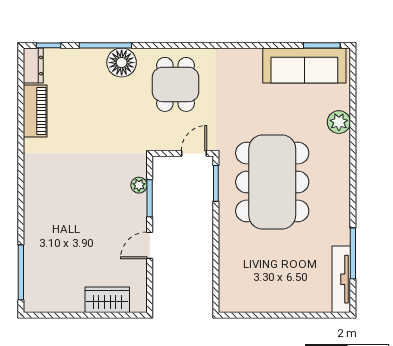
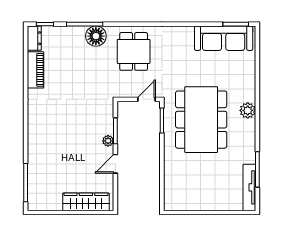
plant: (339, 122) -> (248, 110), moved
plant: (139, 185) -> (108, 141), moved
wardrobe: (107, 300) -> (86, 202), width x1.50

